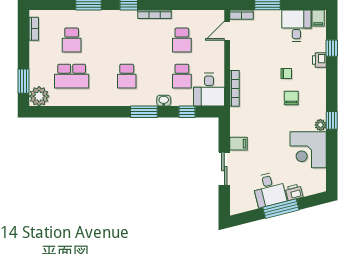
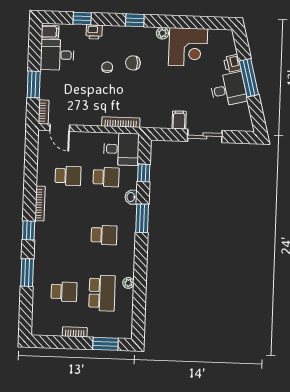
bookcase: (34, 29) -> (75, 332), moved
plant: (39, 96) -> (128, 283), moved, width x0.53, depth x0.53
window: (332, 120) -> (135, 20), moved

